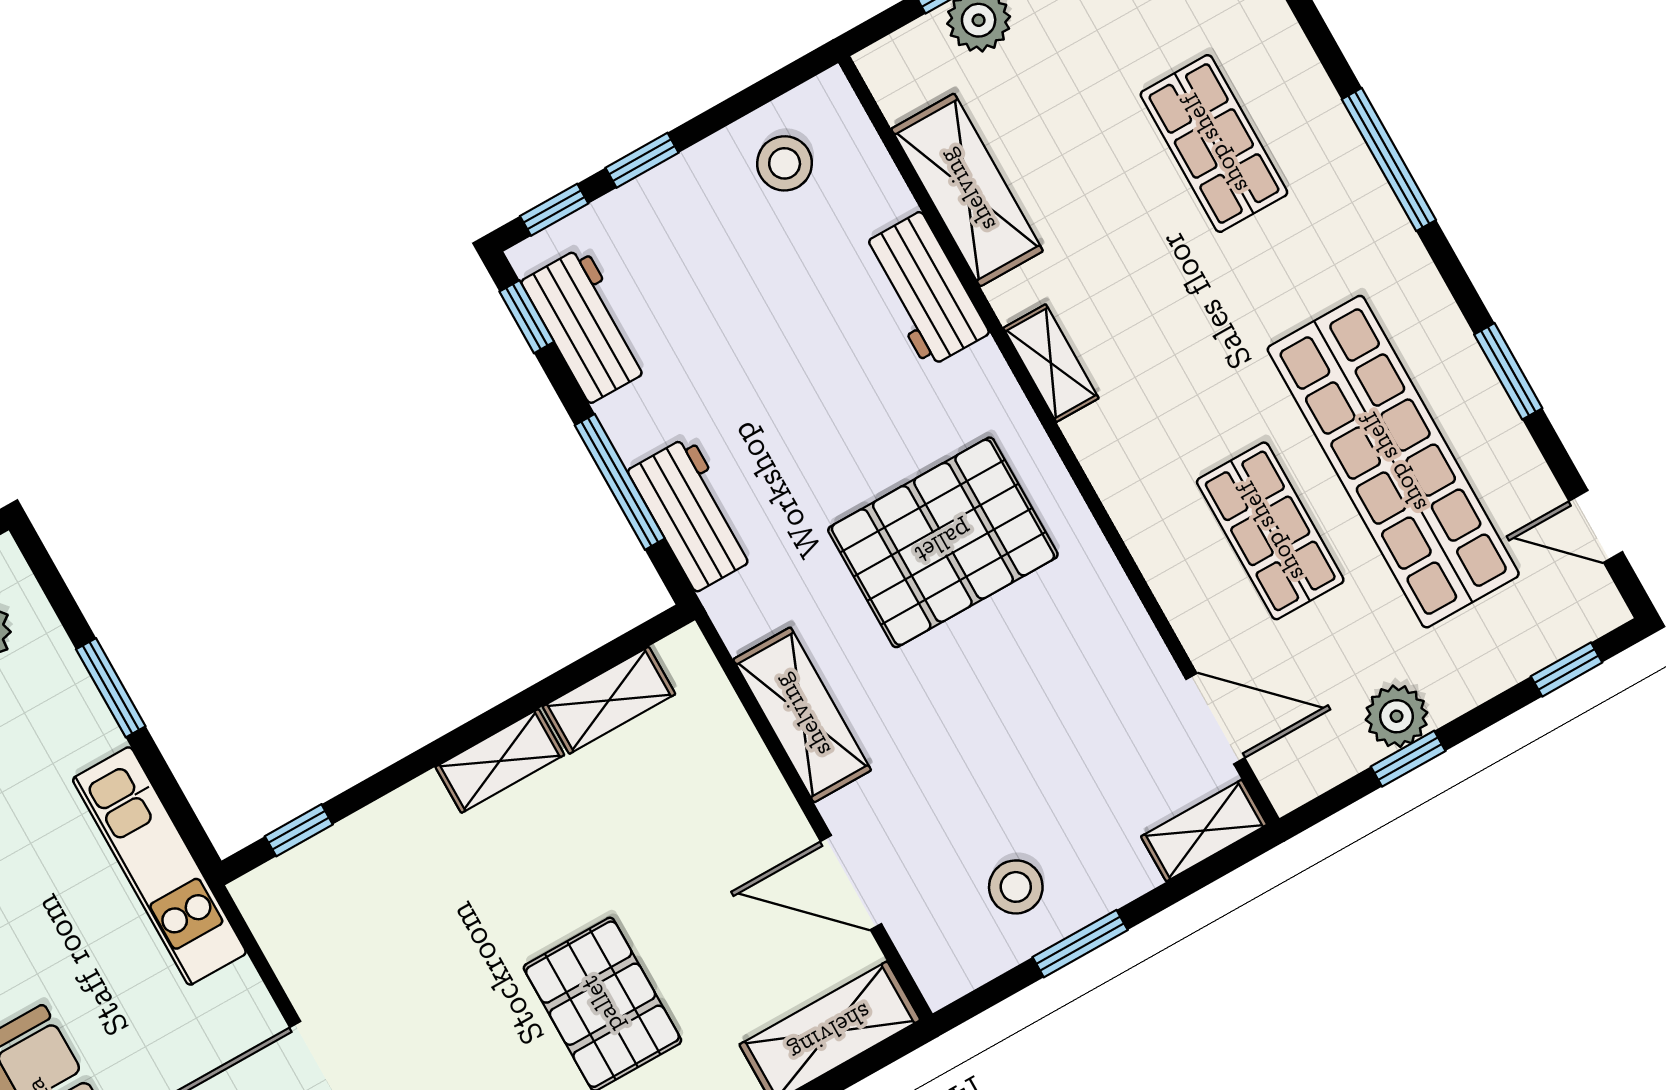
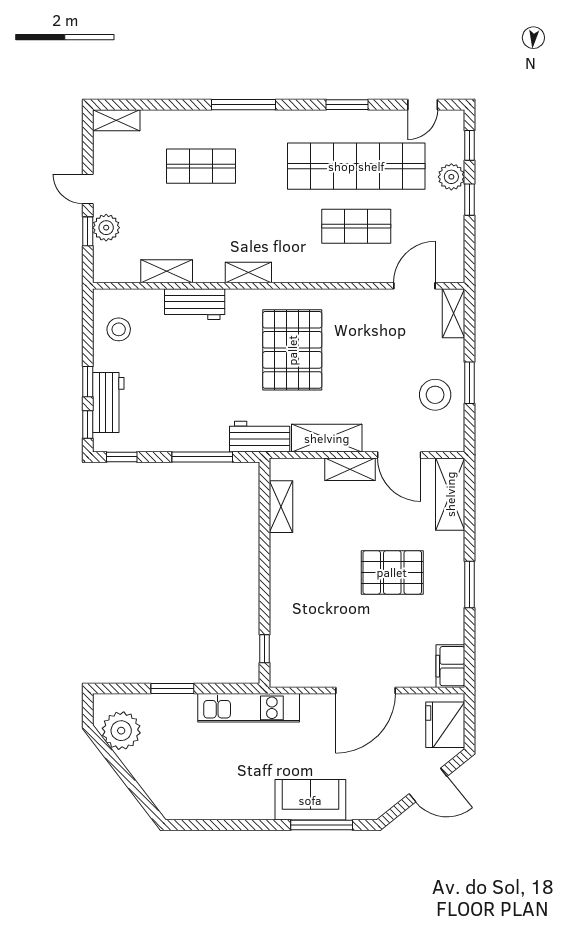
shelving: (967, 190) -> (167, 271), width x0.67, depth x0.75
workbench: (587, 325) -> (108, 403), moved, turned 90
workbench: (693, 514) -> (260, 437), moved
plant: (1397, 716) -> (451, 177), moved
window: (1408, 759) -> (470, 200), moved
shelving: (500, 761) -> (350, 469), moved, turned 90
door: (851, 883) -> (399, 455), hinge flipped
stool: (1016, 887) -> (435, 395), width x1.38, depth x1.38

